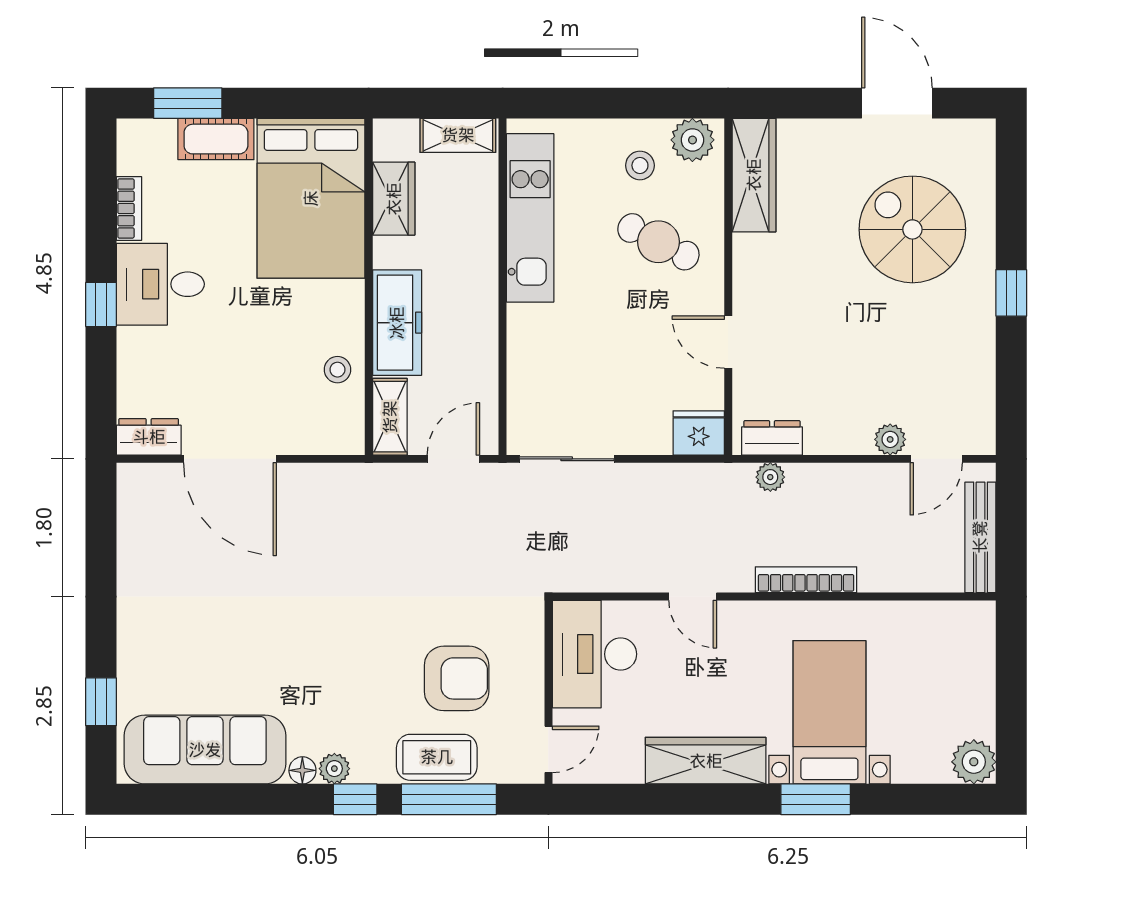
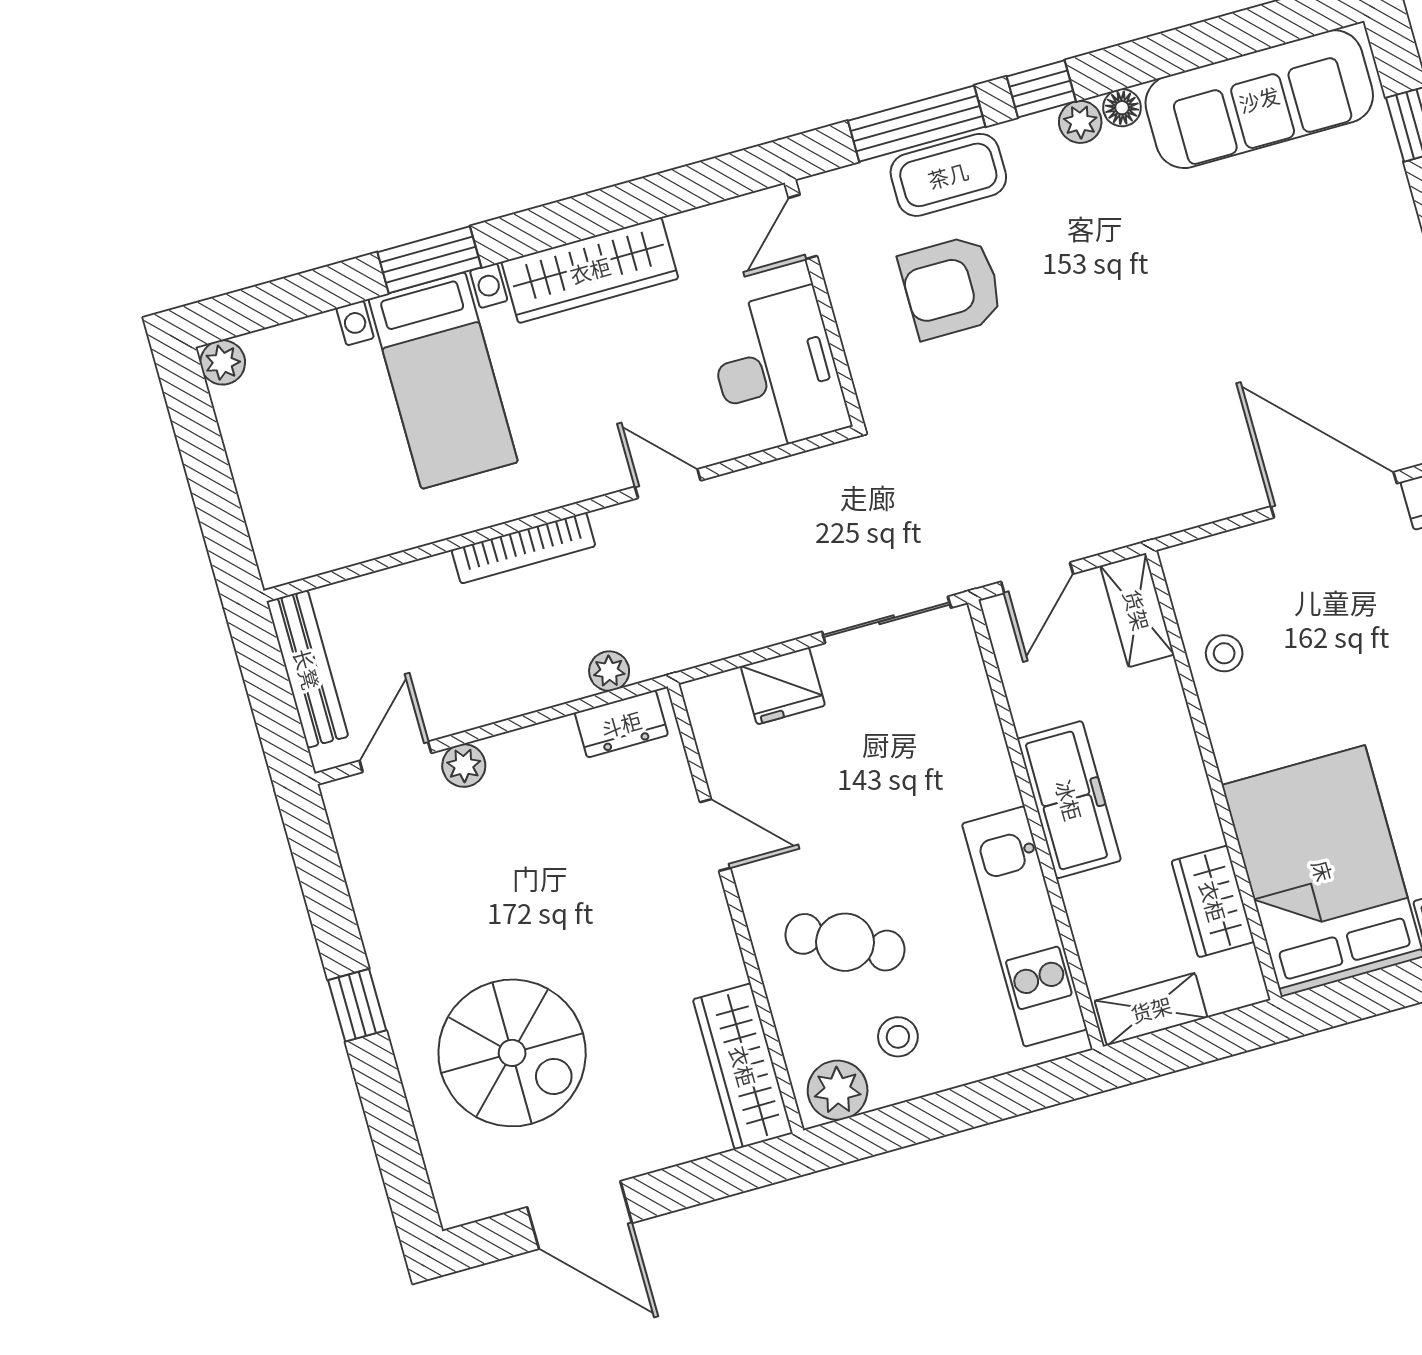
freezer: (397, 323) -> (1069, 800), moved, turned 180
fridge: (699, 433) -> (783, 686), moved
plant: (974, 762) -> (223, 362), width x0.73, depth x0.73

